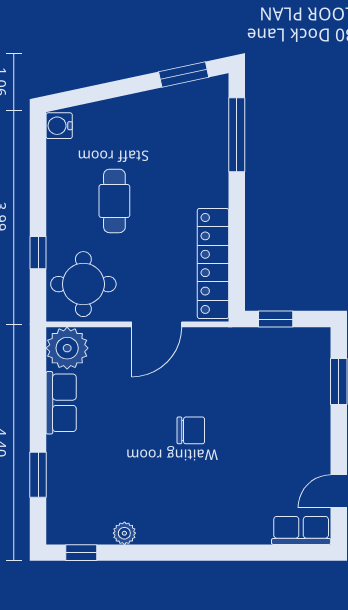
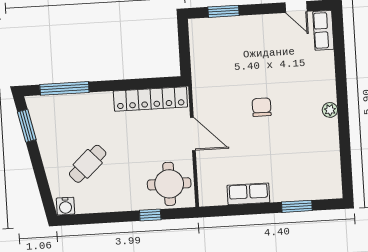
cafe table: (114, 201) -> (88, 164), moved, turned -43
window: (276, 319) -> (185, 55), removed
plant: (67, 348) -> (212, 192), removed
plant: (124, 533) -> (330, 110), moved
window: (81, 553) -> (347, 175), removed

